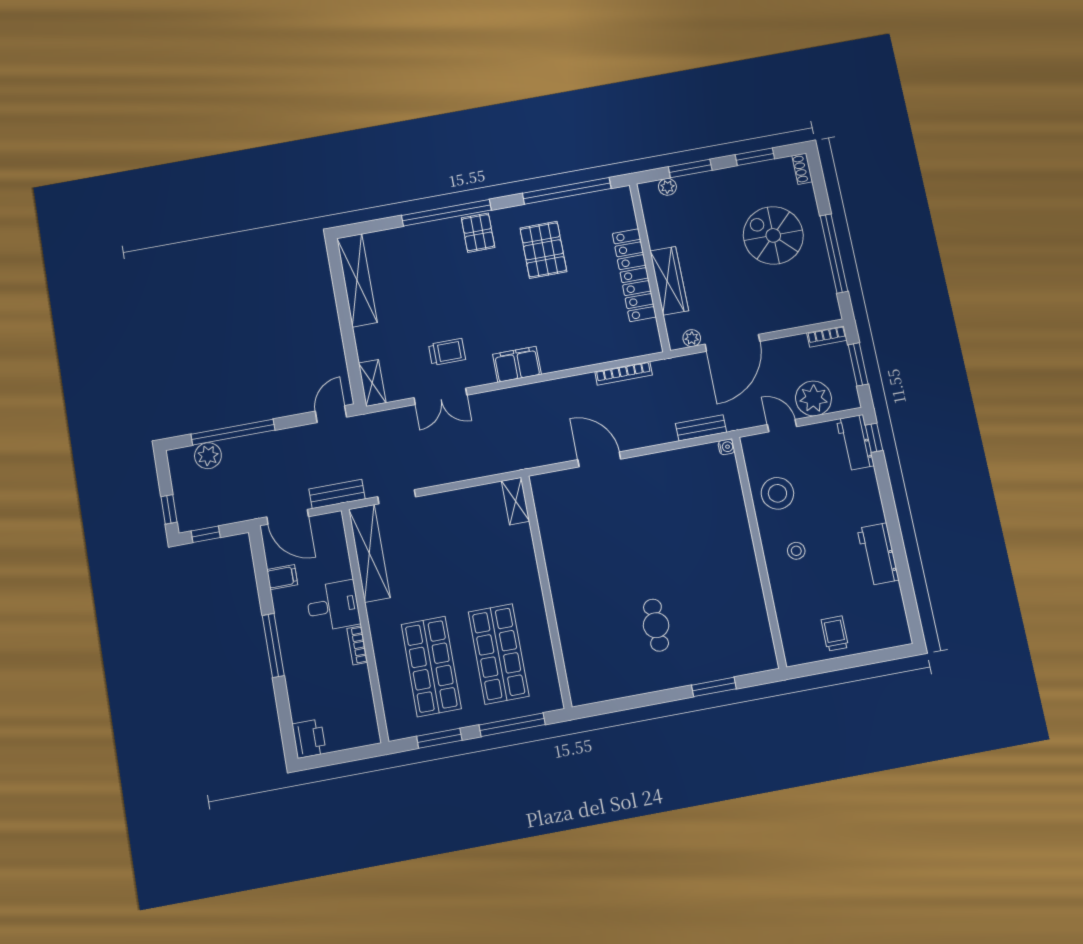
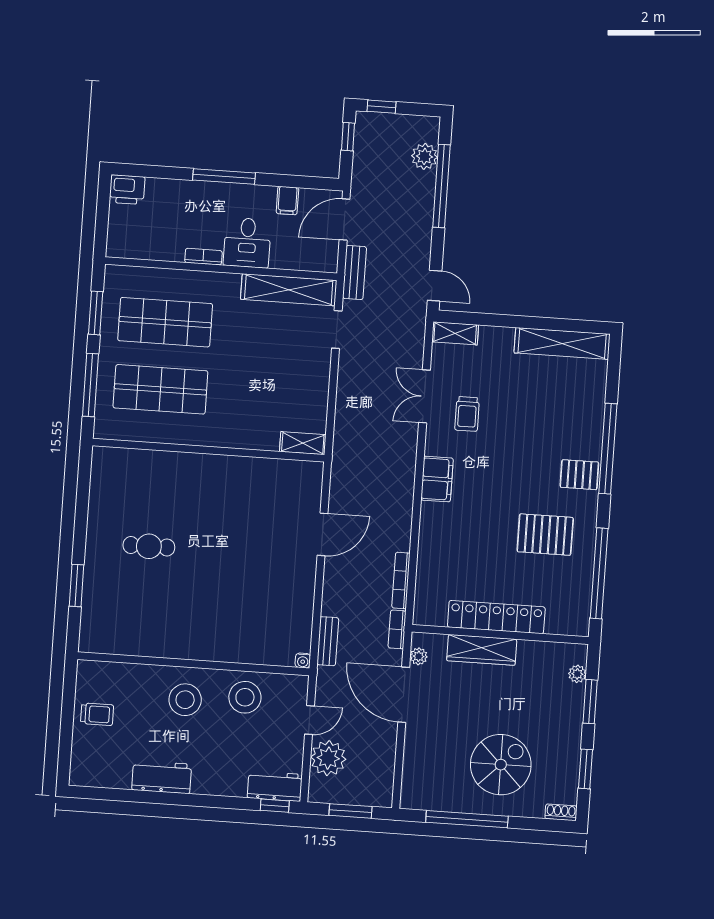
bookcase: (827, 337) -> (397, 629), moved
stool: (796, 551) -> (185, 700), width x1.89, depth x1.89

